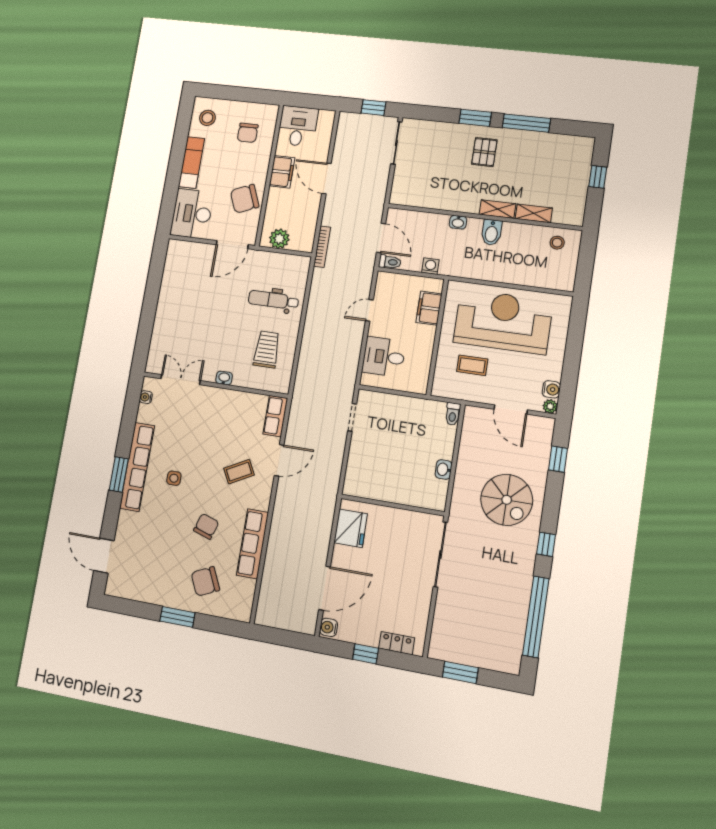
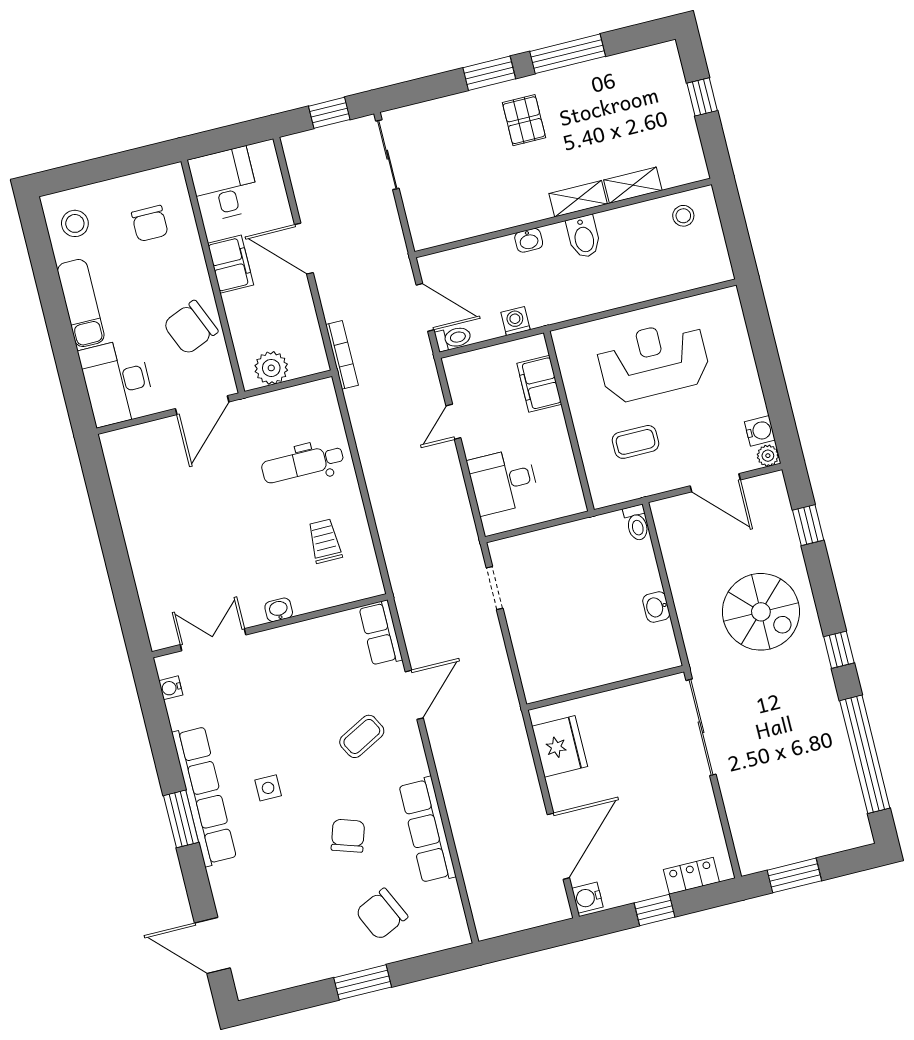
reception desk: (503, 322) -> (653, 361), width x0.74, depth x0.77
trolley: (267, 349) -> (325, 541), width x0.73, depth x0.72

